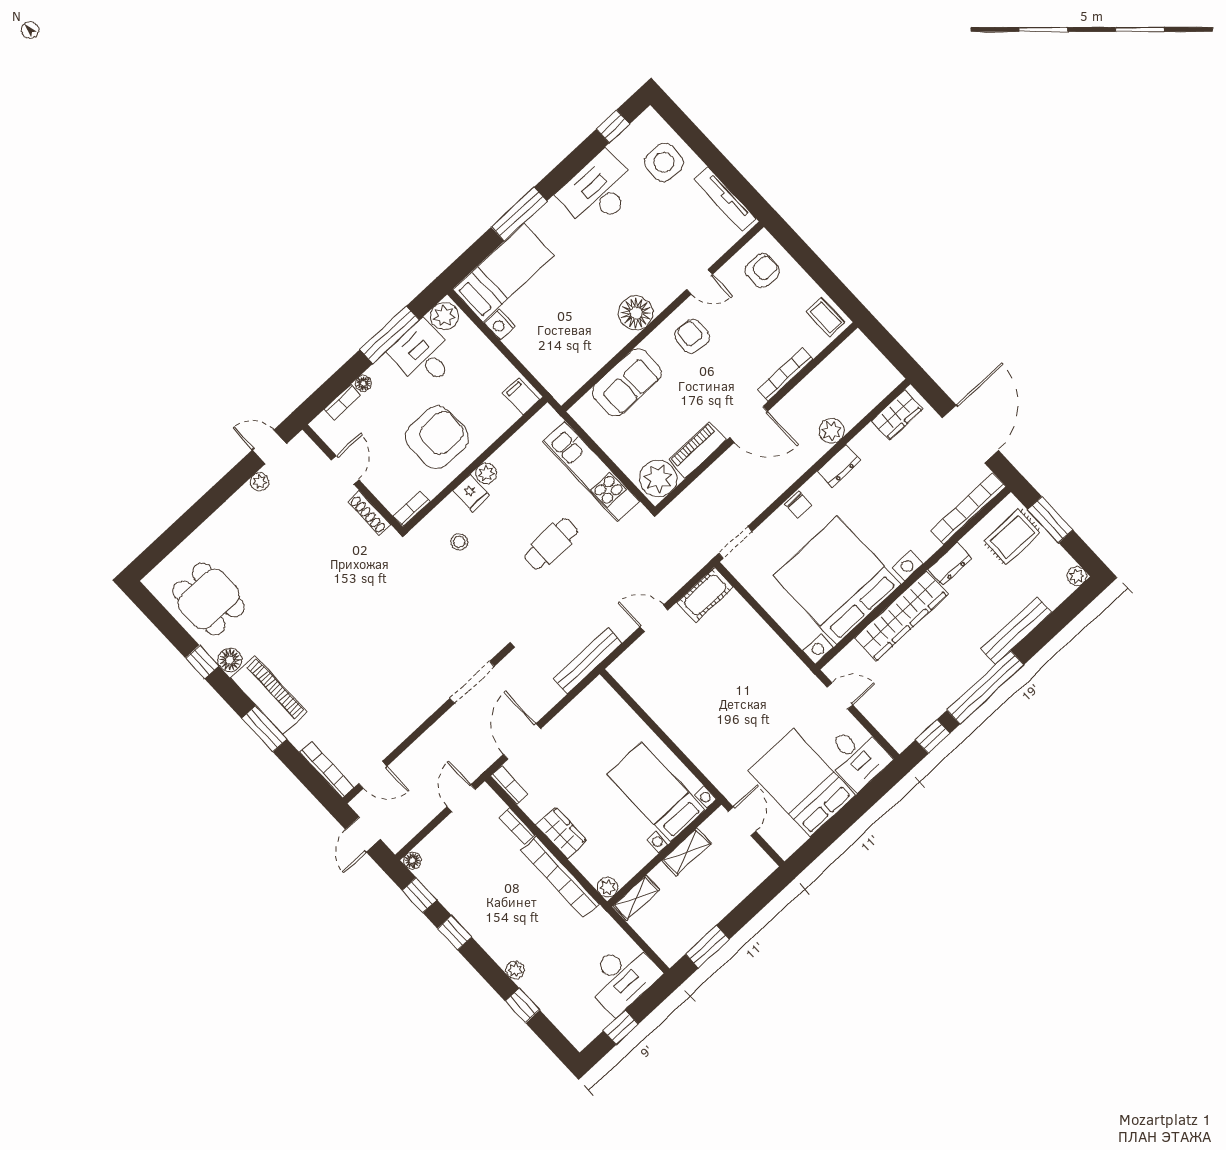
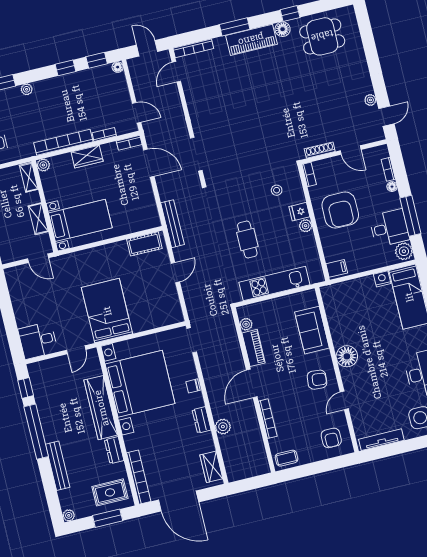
plant: (658, 479) -> (246, 324), width x0.53, depth x0.53
rug: (1012, 537) -> (110, 492), turned 90
cot: (705, 595) -> (144, 244), moved, turned 90
bed: (802, 783) -> (107, 311), moved, turned -90

